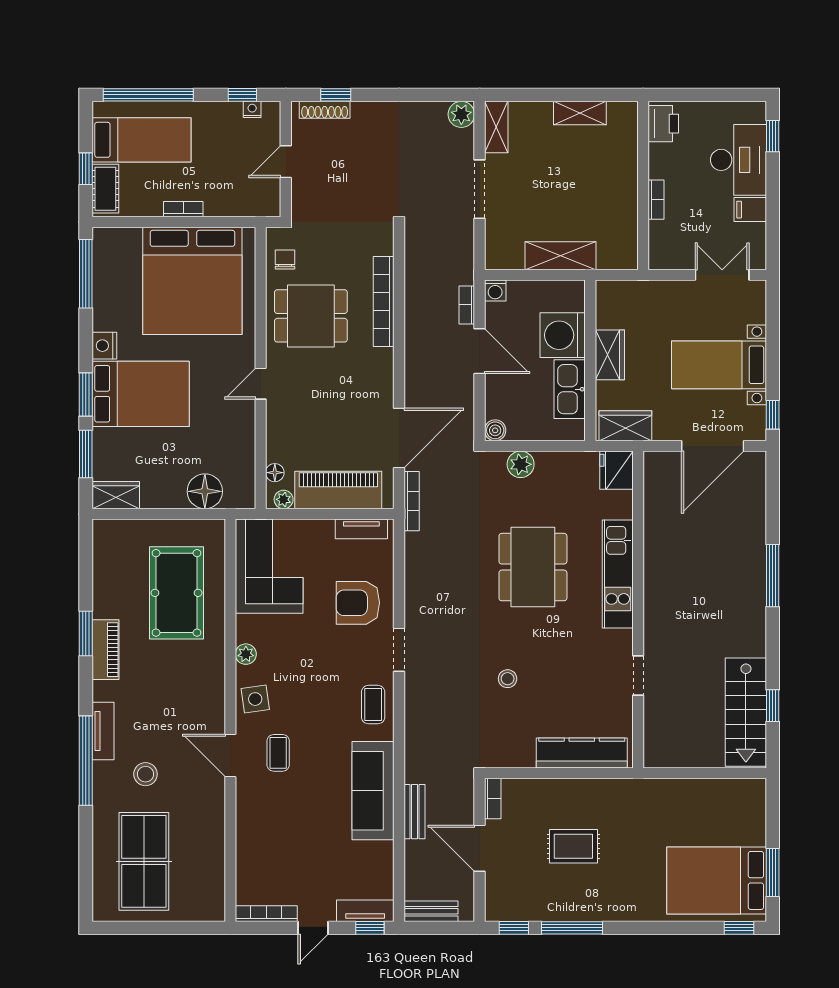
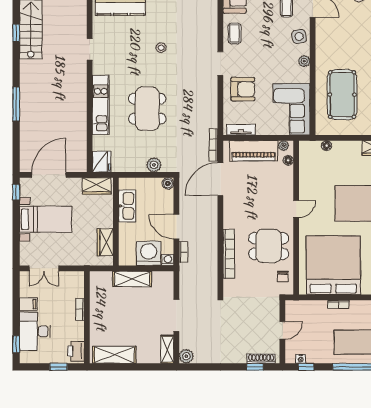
window: (695, 95) -> (59, 367), added
shelving: (580, 113) -> (114, 355), width x1.50, depth x1.33
washing machine: (563, 335) -> (149, 253), moved, turned -90
wardrobe: (610, 355) -> (105, 242), moved
floor lamp: (205, 491) -> (327, 146), width x0.53, depth x0.53

